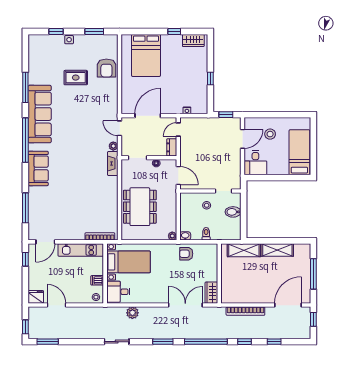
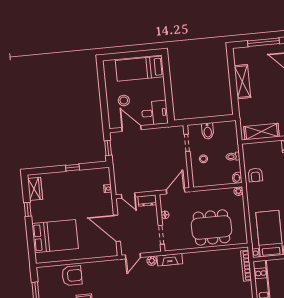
shelving: (244, 250) -> (262, 132), moved, turned 90

